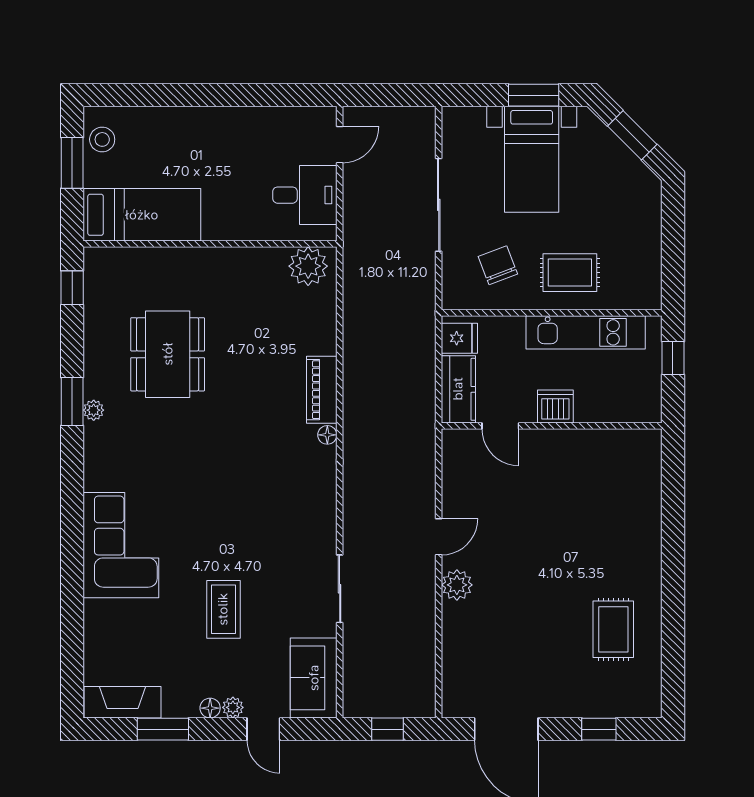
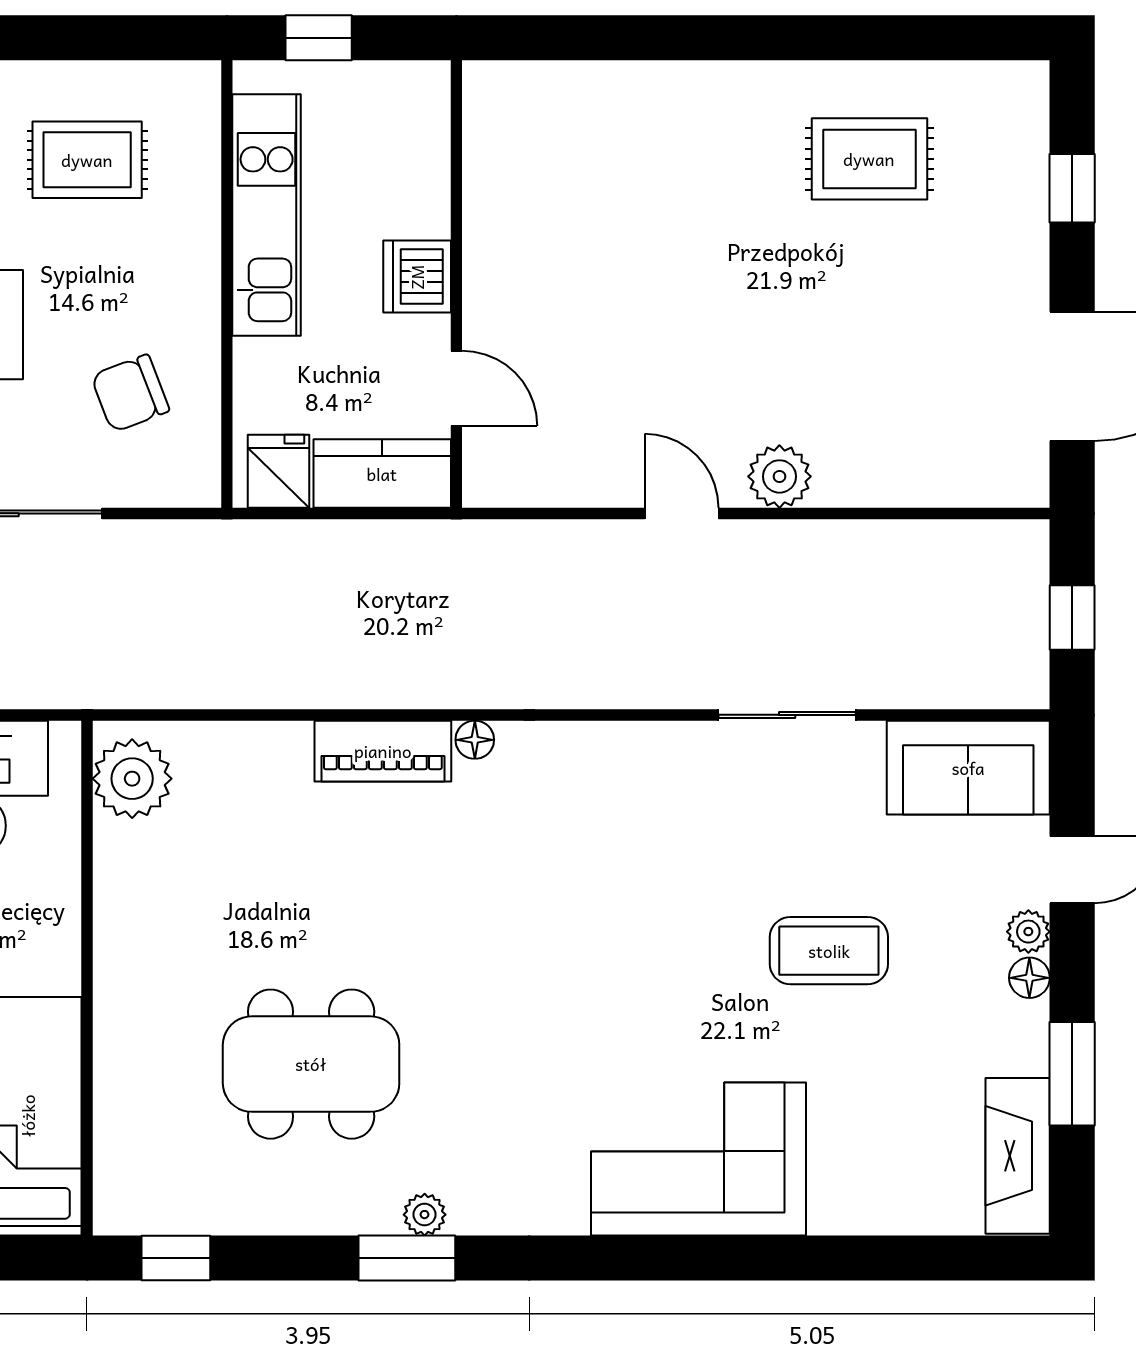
rug: (570, 273) -> (87, 160), moved, turned 90
door: (500, 426) -> (456, 388), hinge flipped

